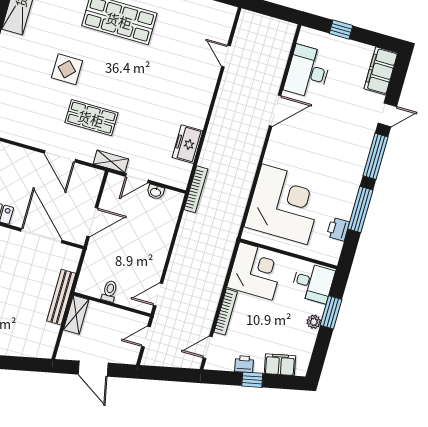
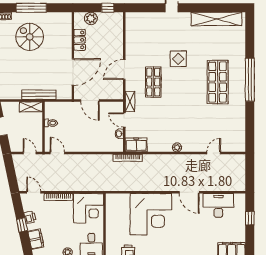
plant: (201, 110) -> (177, 147), added
freezer: (187, 144) -> (136, 145), moved
corner desk: (285, 204) -> (151, 214), moved

